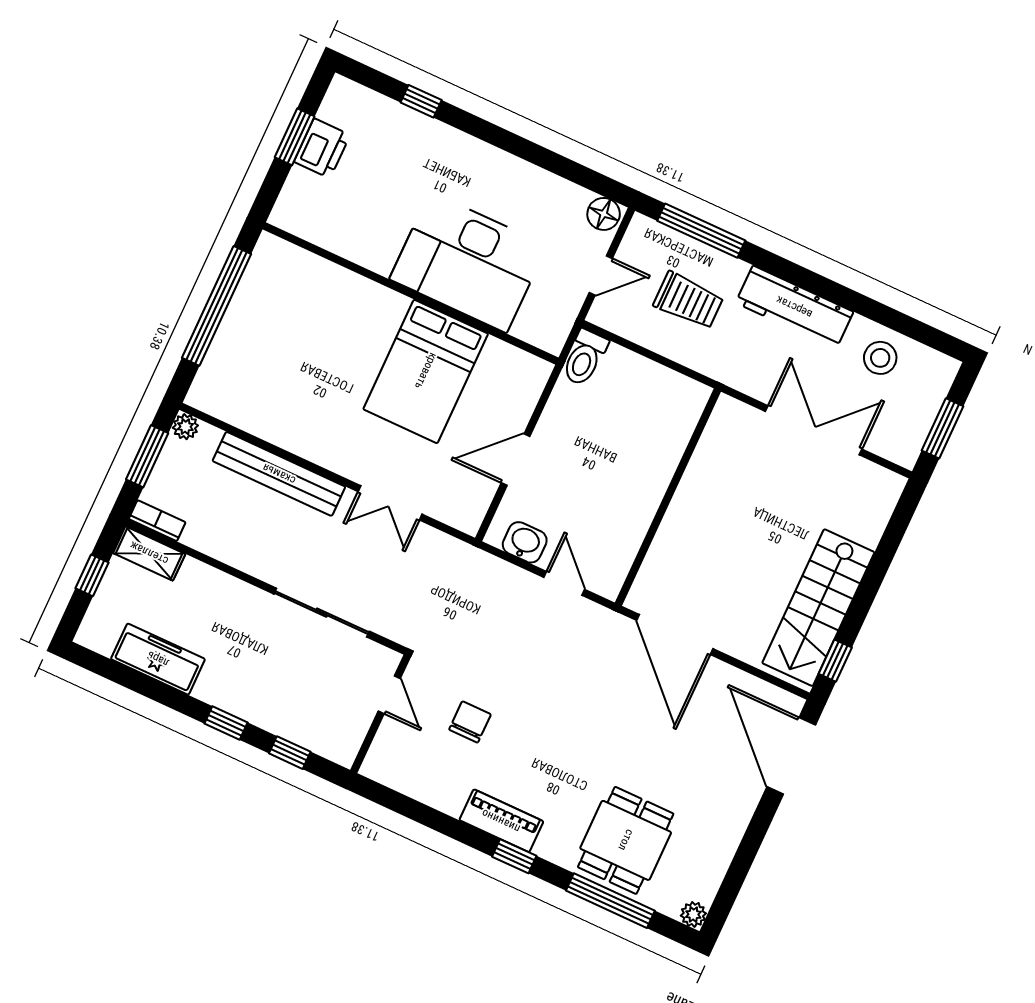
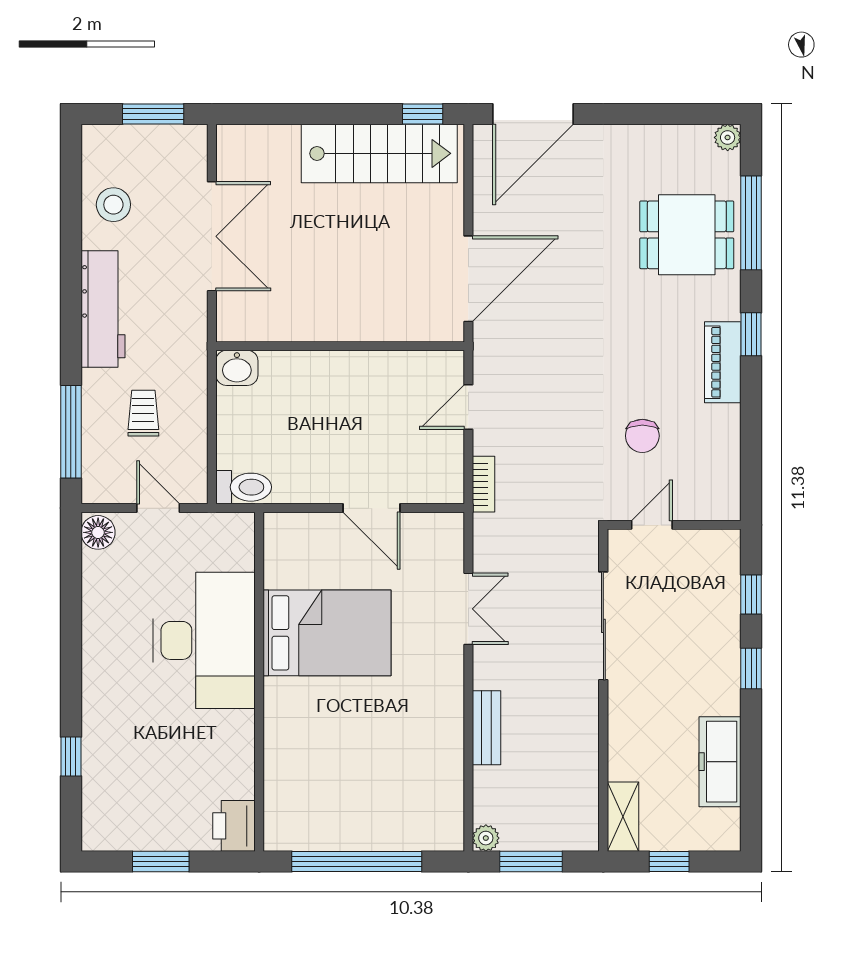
printer: (322, 148) -> (234, 826), moved, turned -90
trolley: (688, 301) -> (143, 413), width x0.73, depth x0.72
double door: (814, 430) -> (212, 236), swing flipped
bench: (279, 474) -> (487, 728), width x0.54, depth x0.82
bookcase: (157, 521) -> (484, 484), moved, turned 180
washbasin: (525, 542) -> (237, 368), moved, turned -90
chair: (470, 722) -> (642, 436), turned -90

